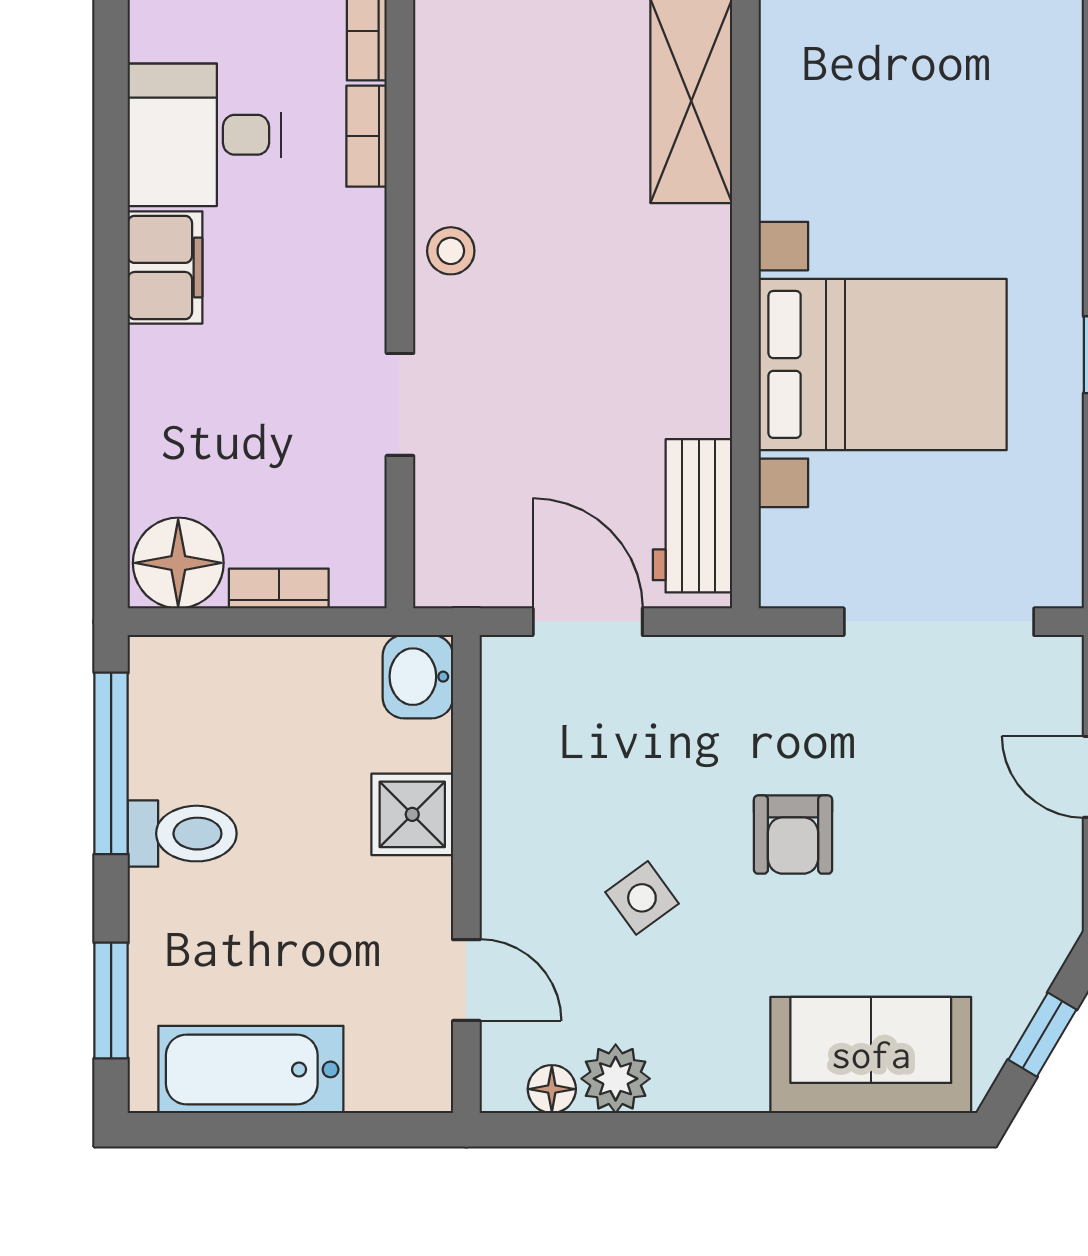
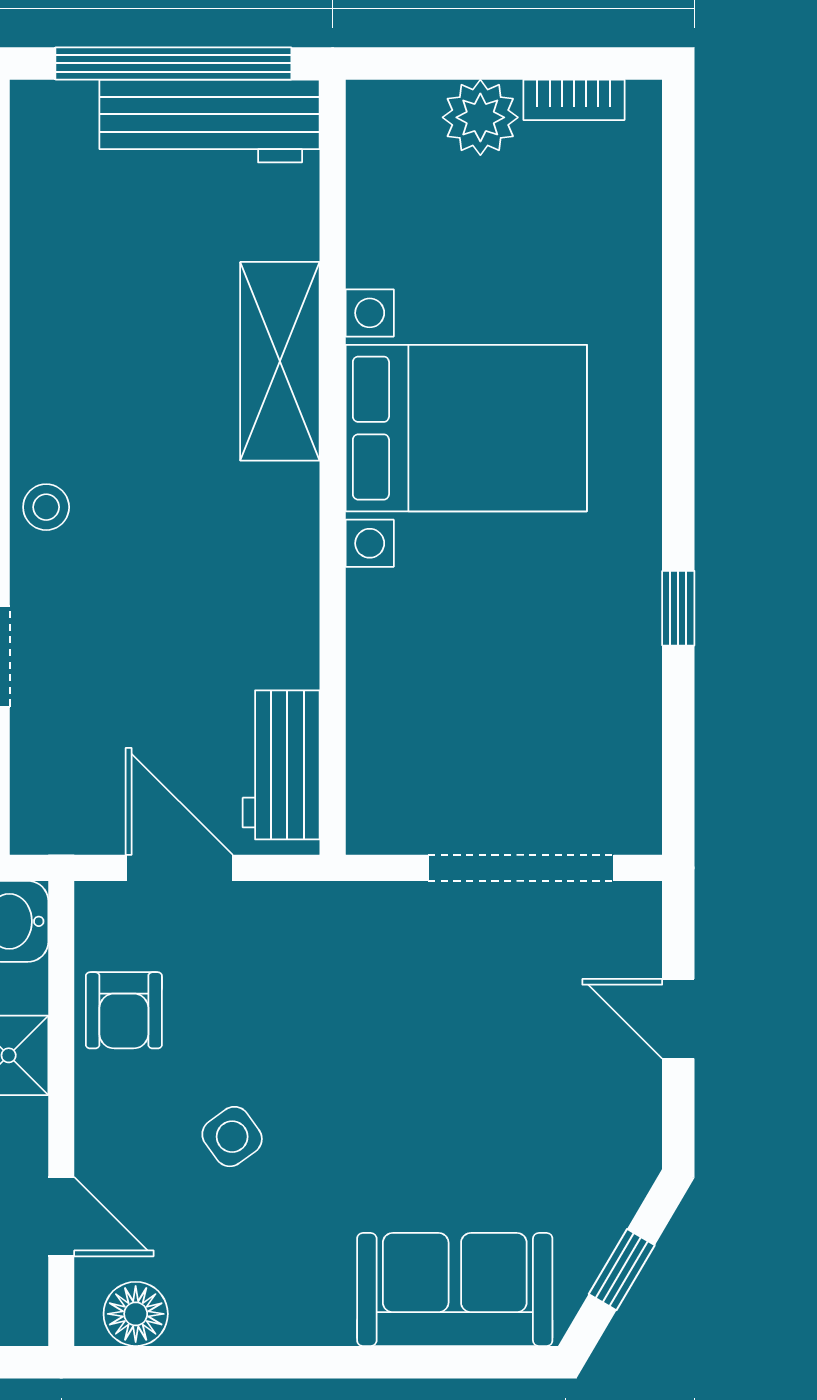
bed with nightstands: (883, 364) -> (466, 428), moved
armchair: (793, 835) -> (124, 1010), moved
plant: (616, 1079) -> (206, 1313), removed
floor lamp: (552, 1089) -> (136, 1314), width x1.37, depth x1.37

